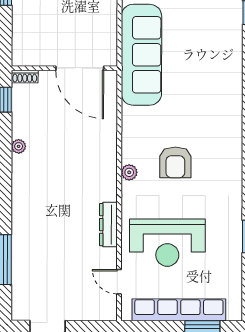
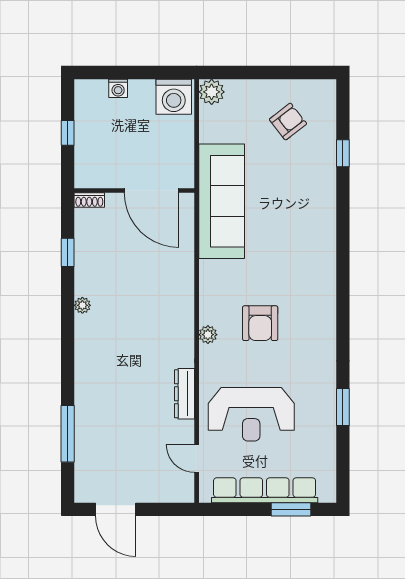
wall: (64, 68) -> (134, 190), moved
door: (80, 68) -> (152, 190), moved
shoe rack: (25, 77) -> (89, 200), moved

